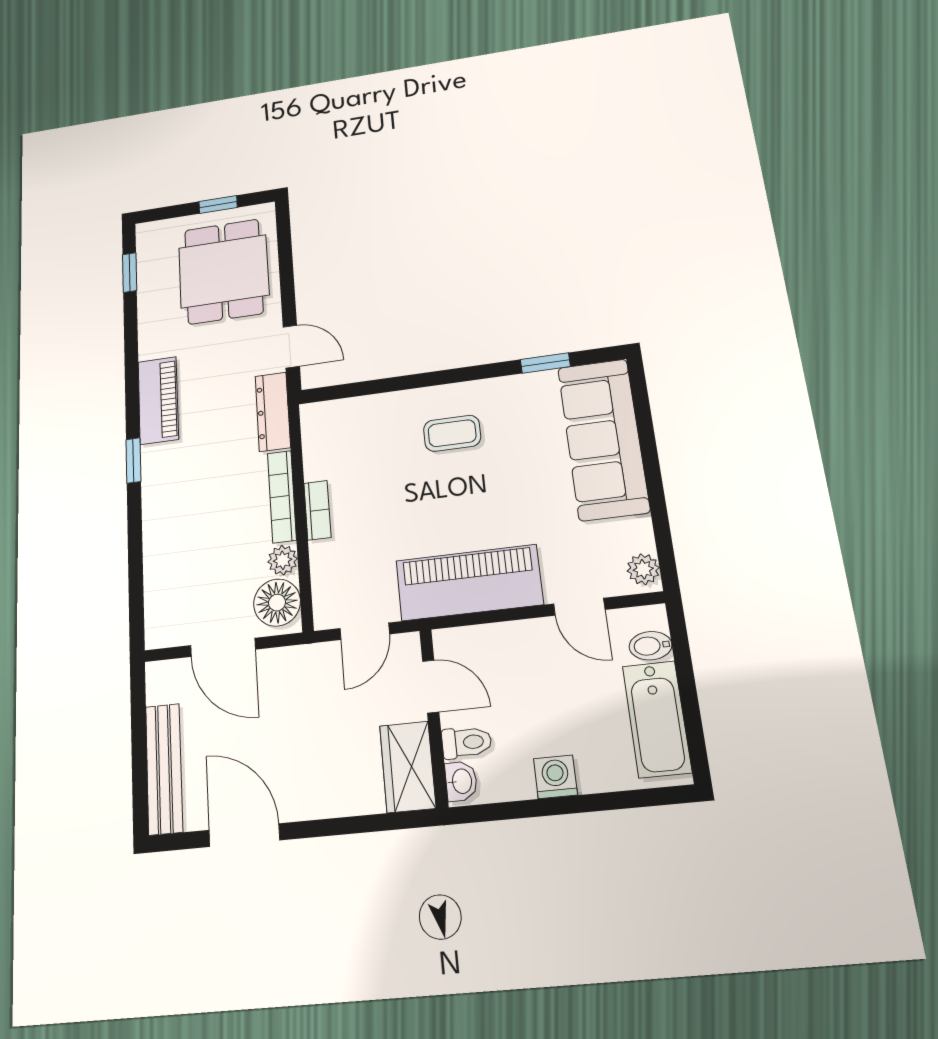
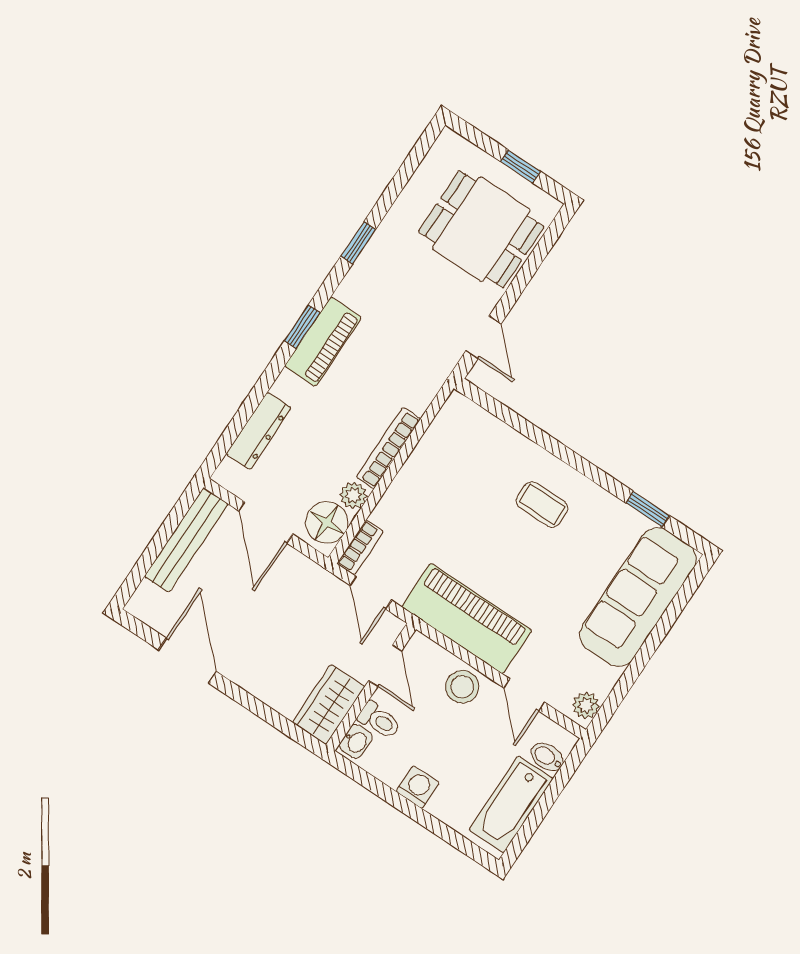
dining table: (224, 271) -> (481, 229), turned 90
window: (130, 272) -> (358, 243), moved
piano: (158, 400) -> (323, 342), moved
dresser: (273, 412) -> (259, 431), moved, turned 180
bookcase: (317, 510) -> (360, 548), moved
door: (365, 631) -> (371, 593), hinge flipped
stool: (517, 647) -> (462, 687), added
bench: (164, 769) -> (186, 540), moved

